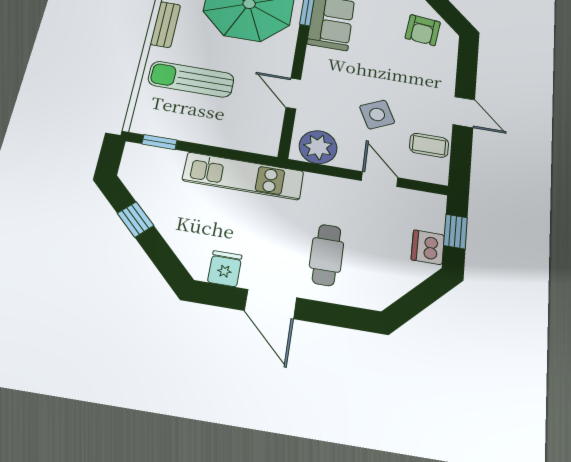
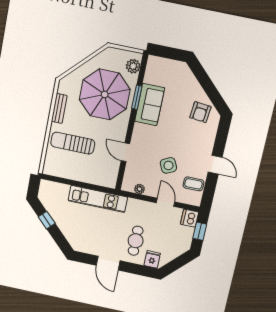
window: (159, 142) -> (57, 179), removed
plant: (318, 147) -> (139, 189), width x0.53, depth x0.53
dishwasher: (428, 247) -> (190, 218), moved
fridge: (225, 269) -> (152, 259), moved

